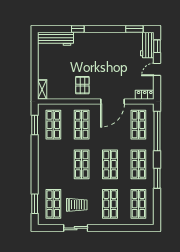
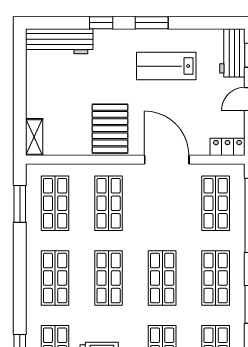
window: (134, 29) -> (152, 23), moved
lab bench: (112, 52) -> (166, 66), added
pallet: (82, 85) -> (110, 129), width x1.50, depth x1.42
door: (112, 102) -> (167, 160), swing flipped
shop shelf: (53, 164) -> (55, 278), added

